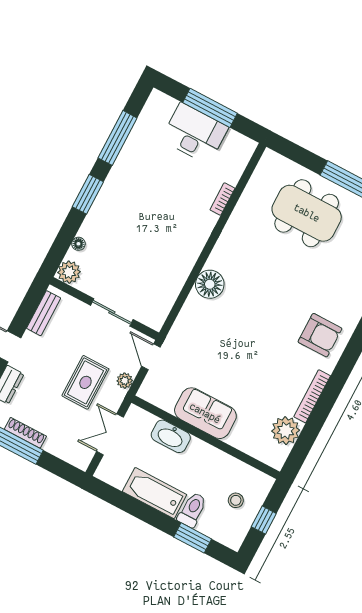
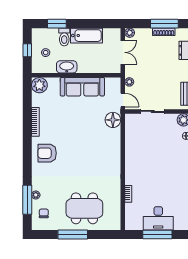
floor lamp: (210, 284) -> (113, 120), moved
rug: (85, 382) -> (148, 71), removed
sofa: (205, 413) -> (82, 87), width x1.36
plant: (286, 431) -> (39, 85), moved
washbasin: (171, 436) -> (67, 67), moved
plant: (82, 461) -> (130, 33), added

